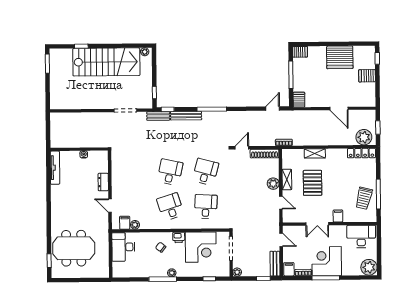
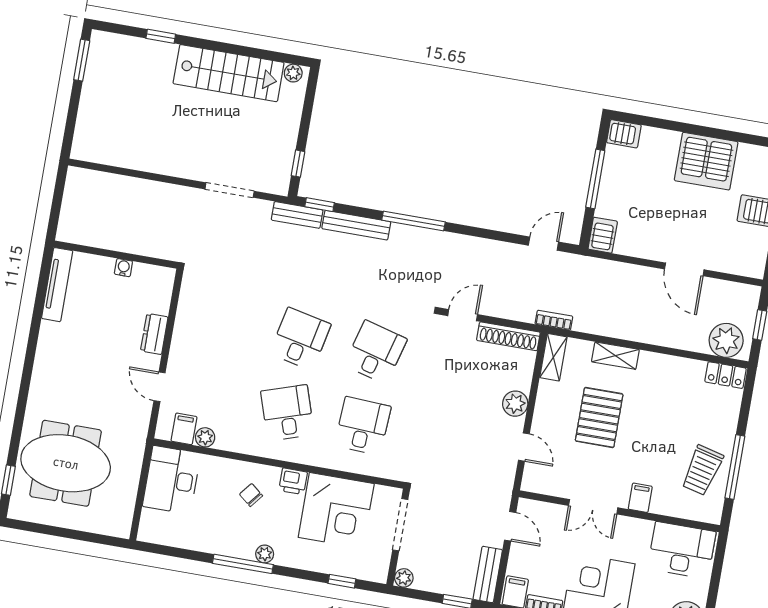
stairs: (106, 62) -> (229, 73), width x0.73, depth x0.66
locker: (361, 153) -> (725, 375), width x0.66
shelving: (287, 179) -> (553, 357), moved

